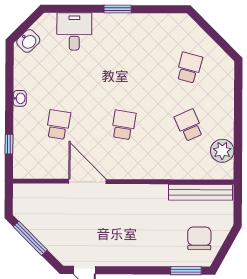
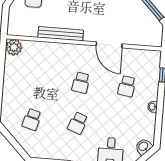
school desk: (189, 125) -> (78, 123), moved, turned 45
plant: (222, 151) -> (14, 47), moved
bench: (200, 192) -> (61, 34), moved

